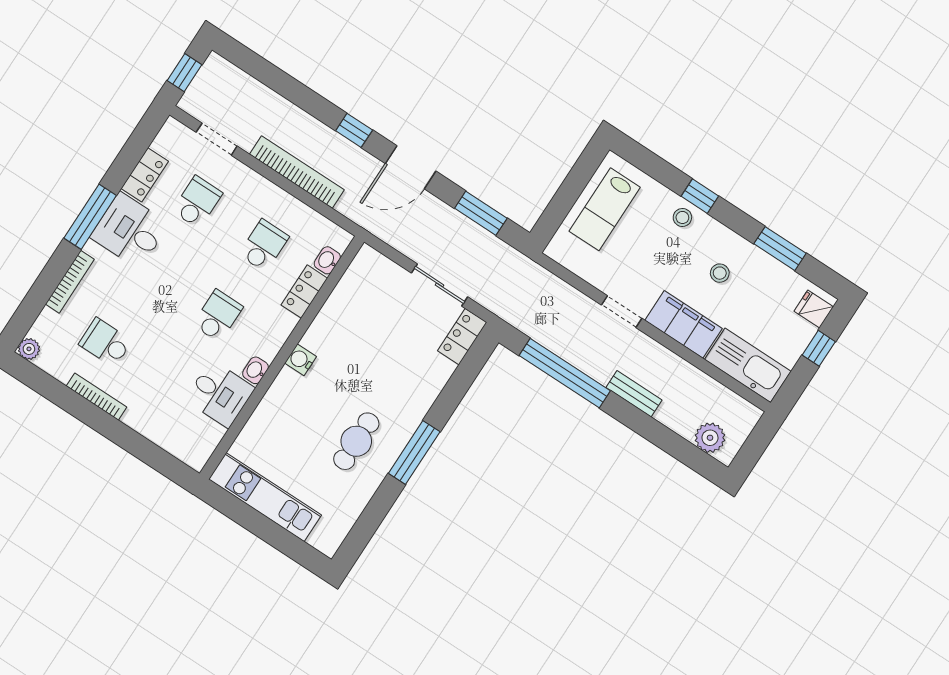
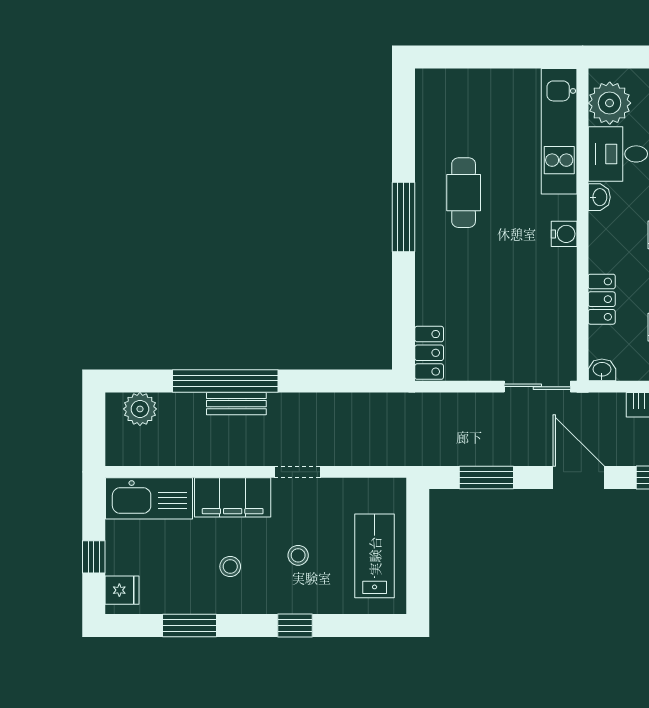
door: (411, 167) -> (579, 478), hinge flipped
stool: (682, 217) -> (298, 555), moved
washbasin: (327, 260) -> (602, 370), moved, turned -90
sliding door: (439, 285) -> (537, 387), moved
window: (565, 373) -> (225, 381), moved
plant: (201, 437) -> (610, 103), added
kitchen unit: (265, 497) -> (559, 131), moved, turned 90

